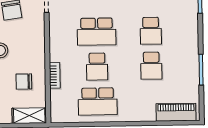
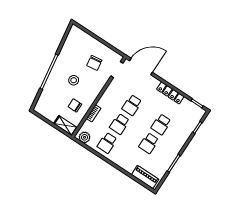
school desk: (97, 32) -> (132, 105), width x0.54
school desk: (98, 101) -> (107, 143), width x0.54
plant: (64, 114) -> (84, 137), added

